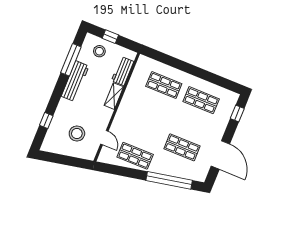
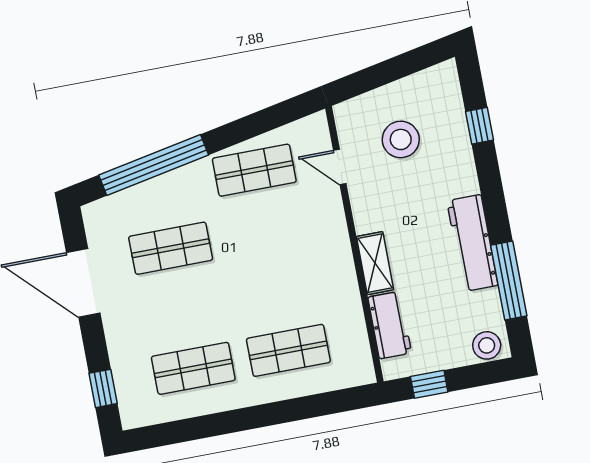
window: (110, 37) -> (429, 384), moved
stool: (99, 51) -> (487, 345), moved

